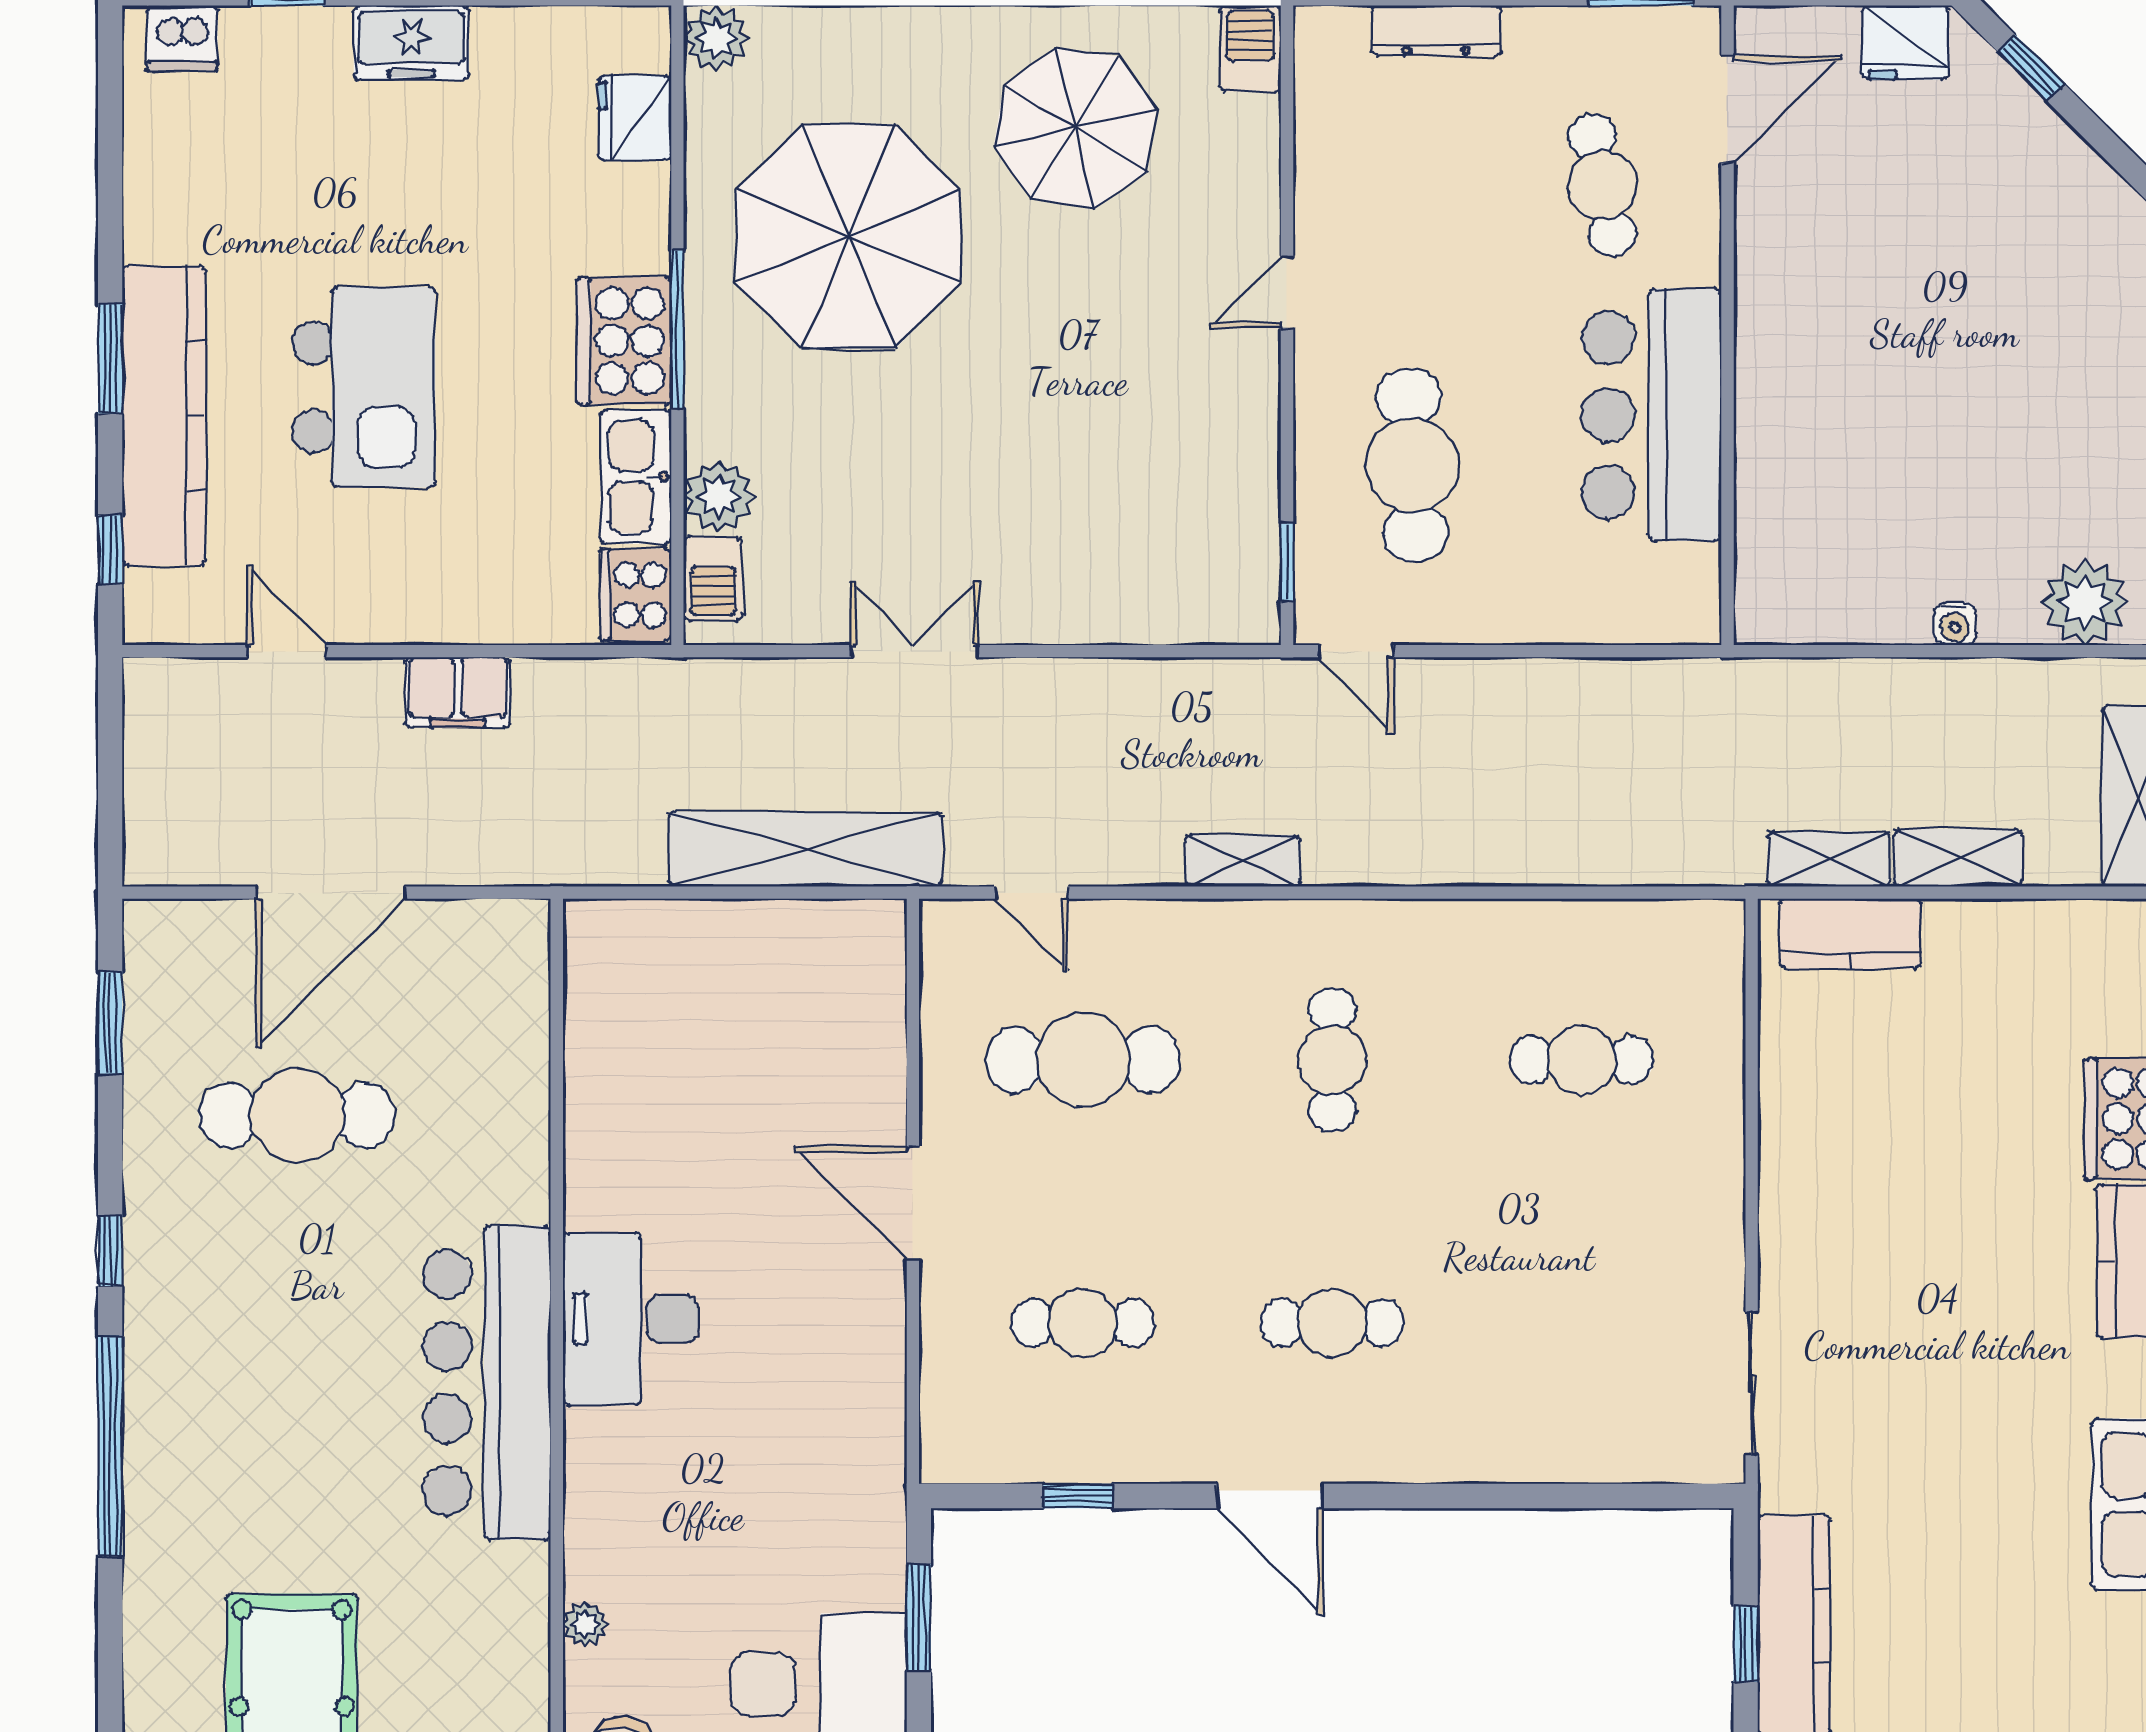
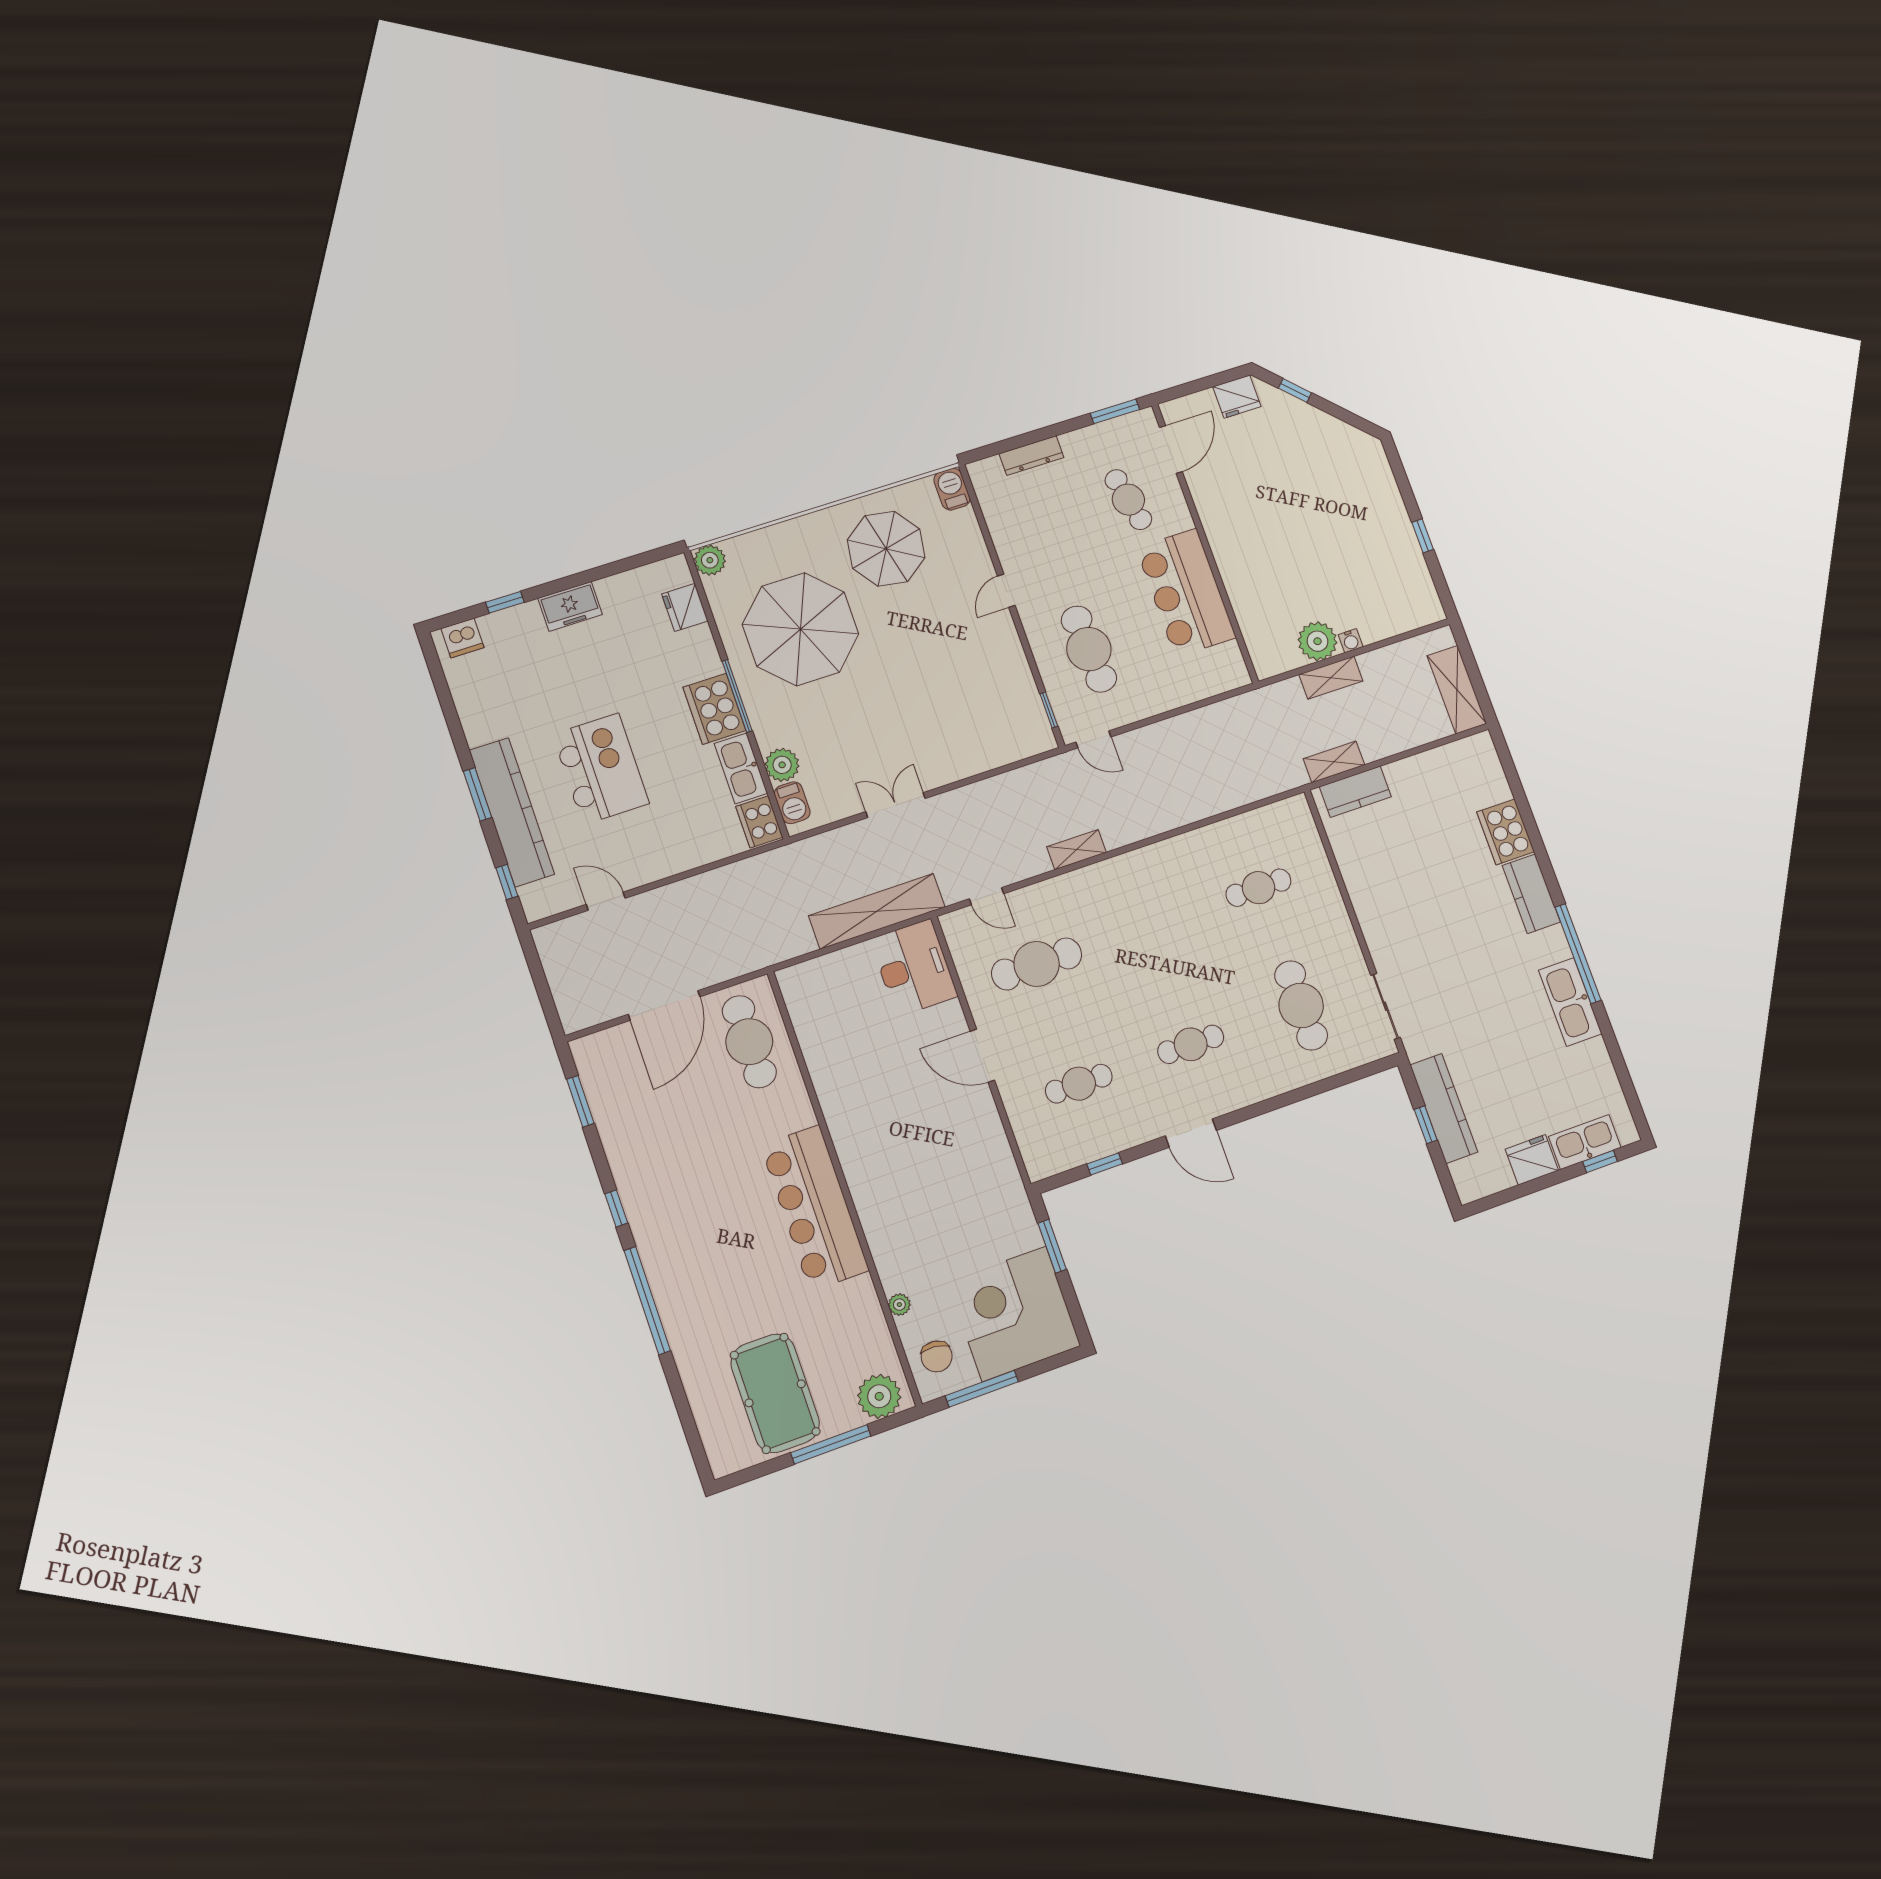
plant: (2085, 602) -> (1318, 641), moved
filing cabinet: (458, 692) -> (692, 893), removed
shelving: (1958, 858) -> (1331, 678), moved
cafe table: (1332, 1060) -> (1301, 1005), moved, width x1.37, depth x1.35
cafe table: (297, 1115) -> (749, 1042), moved, turned 90
desk: (631, 1319) -> (914, 968), moved, turned 180

